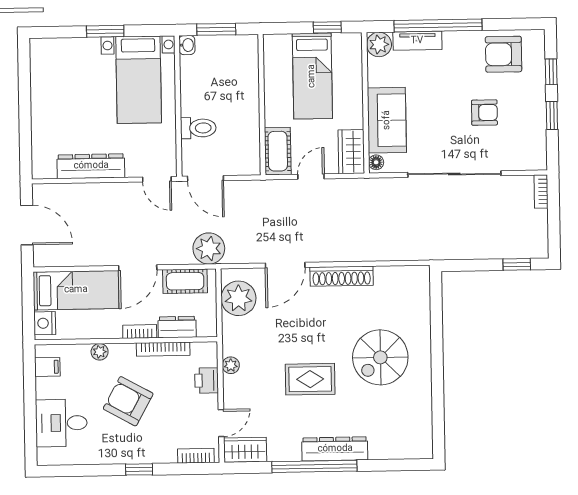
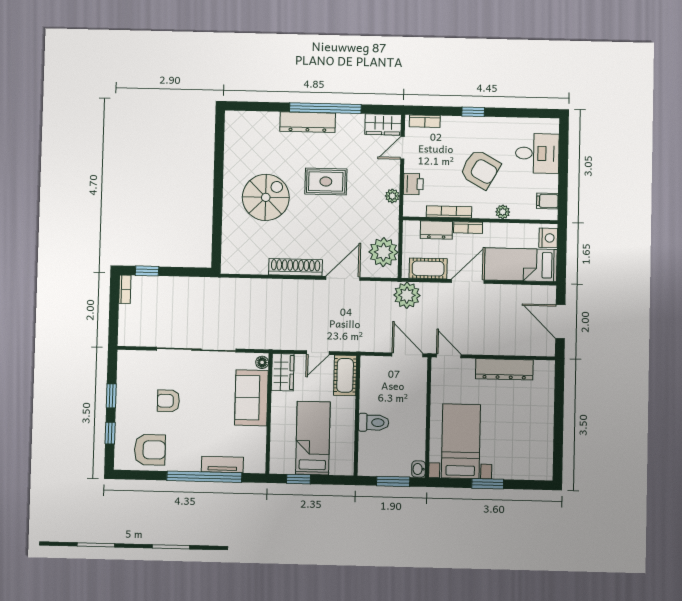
plant: (379, 44) -> (255, 463), removed
toilet: (198, 128) -> (374, 423), moved, turned 180
bookcase: (541, 192) -> (125, 289), moved

